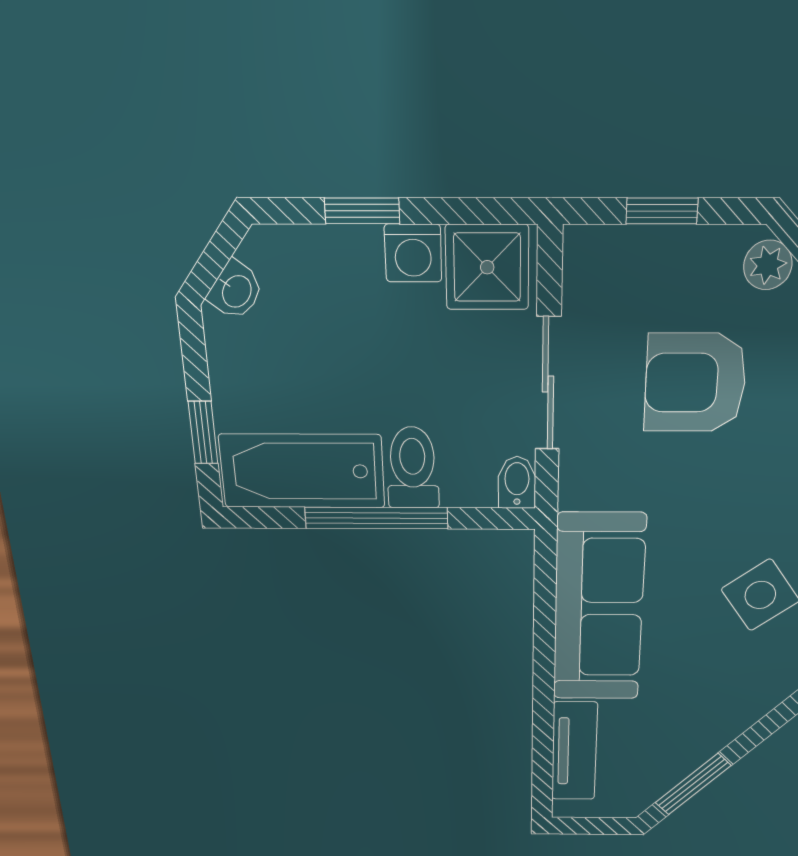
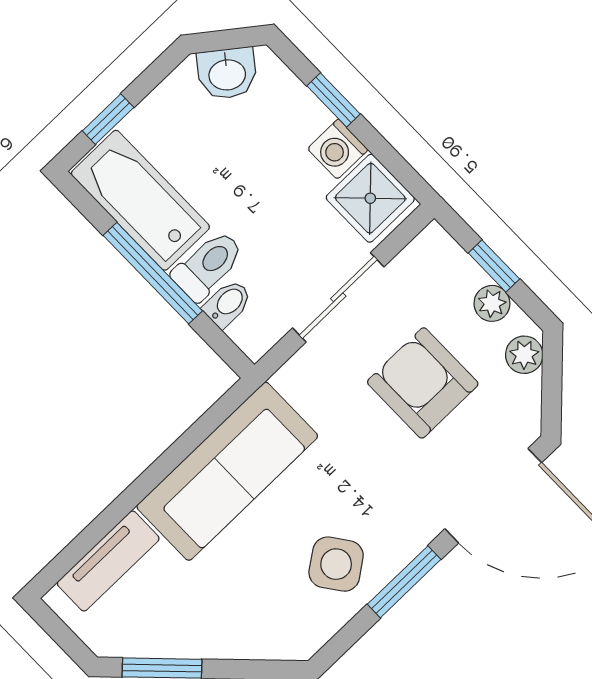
plant: (693, 248) -> (492, 303), added
washbasin: (236, 291) -> (227, 73), width x1.38, depth x1.45
bidet: (517, 482) -> (227, 304), moved

